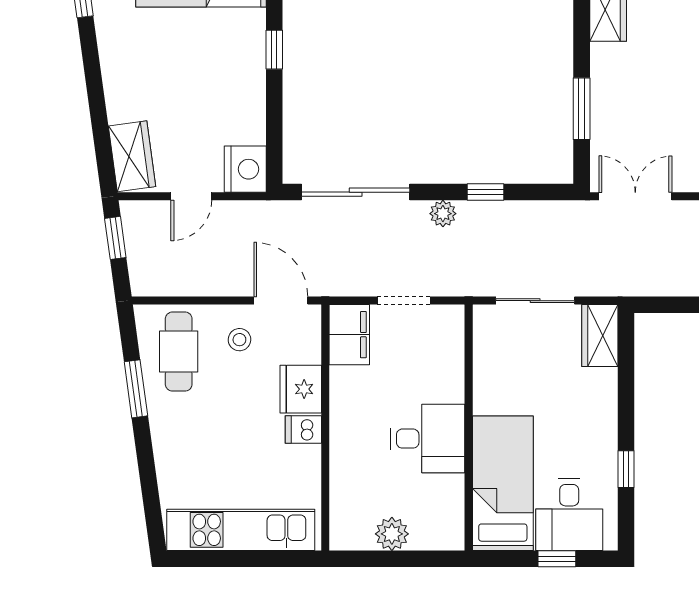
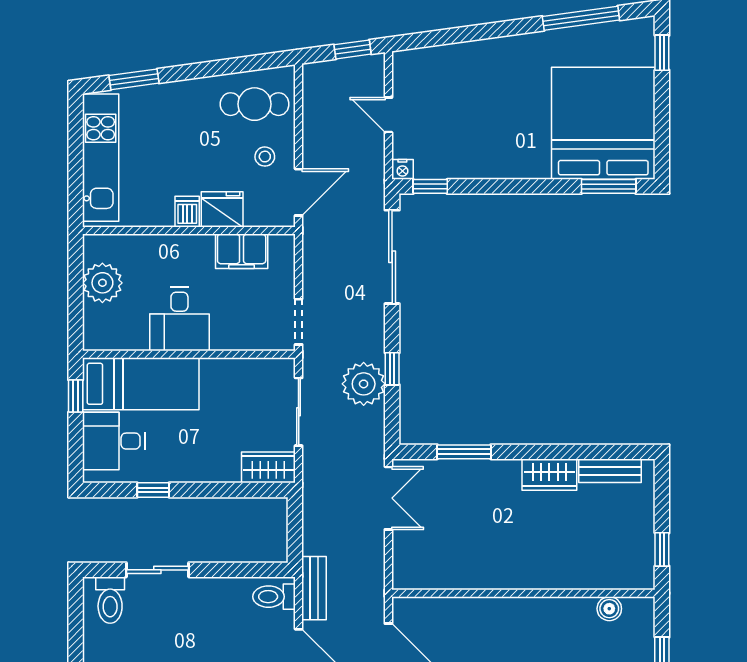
window: (274, 50) -> (430, 186), moved
wardrobe: (132, 156) -> (423, 64), removed
nightstand: (245, 169) -> (402, 169), width x0.53, depth x0.56
plant: (443, 214) -> (364, 384), moved, width x1.88, depth x1.88
doorway: (404, 301) -> (299, 322), moved
filing cabinet: (349, 335) -> (242, 251), moved
window: (136, 389) -> (134, 79), moved
plant: (392, 534) -> (102, 283), width x1.36, depth x1.36
window: (557, 559) -> (76, 396), moved

